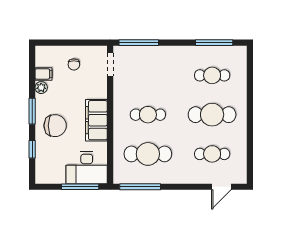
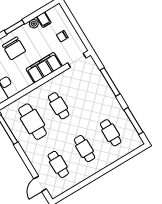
window: (139, 43) -> (110, 82), moved
cafe table: (212, 115) -> (84, 149), width x0.73, depth x0.74
filing cabinet: (96, 120) -> (44, 68), moved
door: (221, 187) -> (40, 184), hinge flipped

